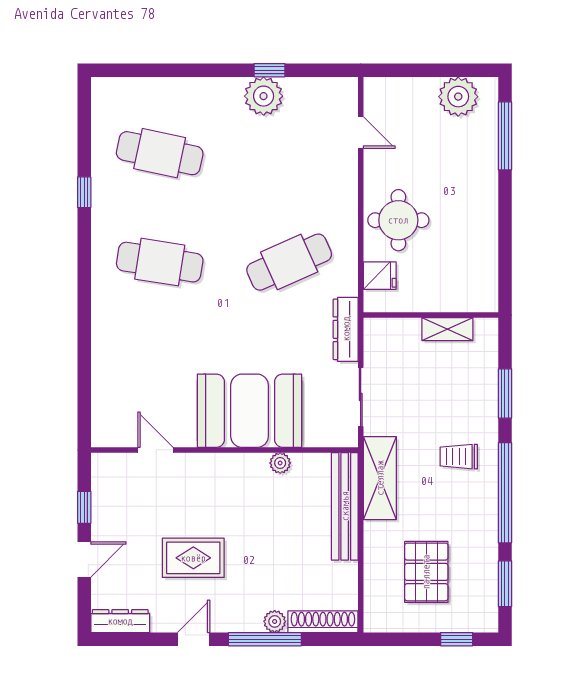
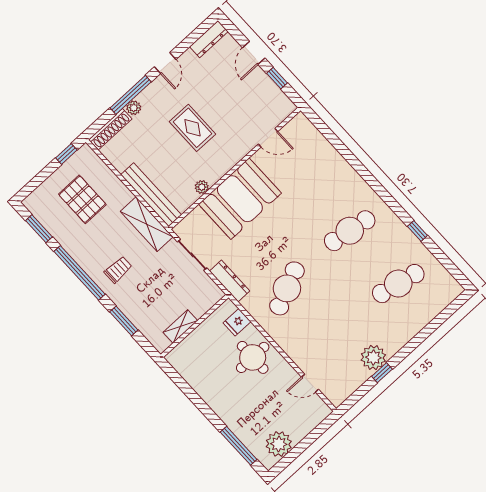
rug: (193, 558) -> (193, 128), moved, turned 90
window: (457, 639) -> (66, 154), moved

